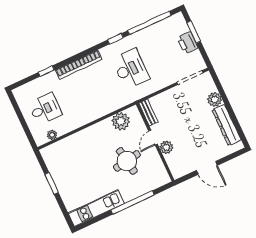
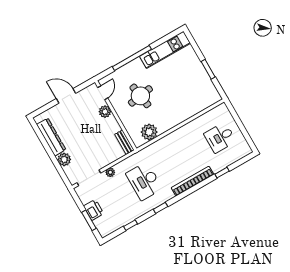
window: (149, 23) -> (131, 225), width x0.32
plant: (52, 135) -> (110, 172), moved
door: (153, 138) -> (103, 93), moved

